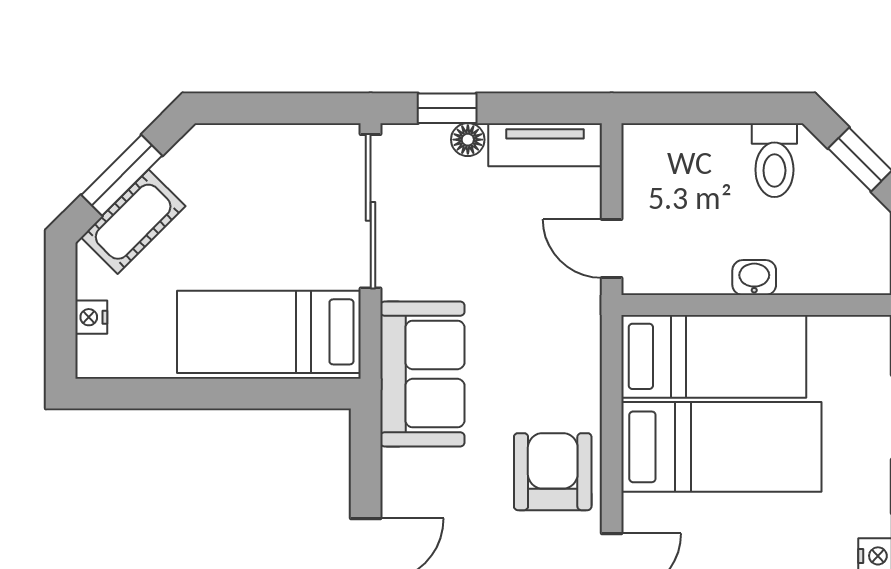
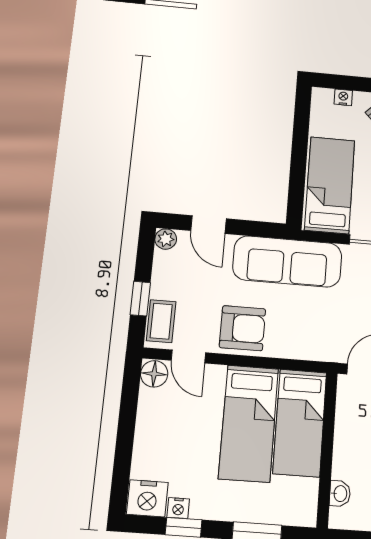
washbasin: (754, 278) -> (340, 494), moved
sofa: (422, 374) -> (287, 261), width x1.36

